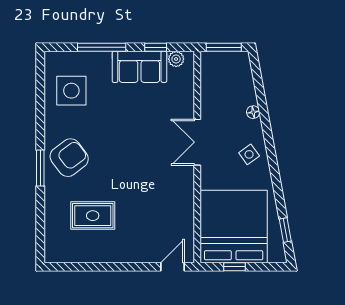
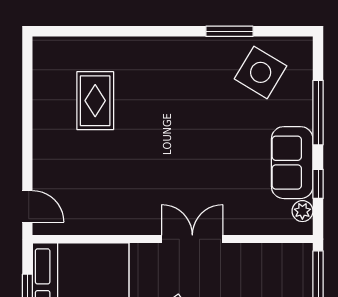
side table: (71, 91) -> (261, 72), turned 31
armchair: (69, 158) -> (172, 70), removed
window: (40, 168) -> (229, 31), moved

